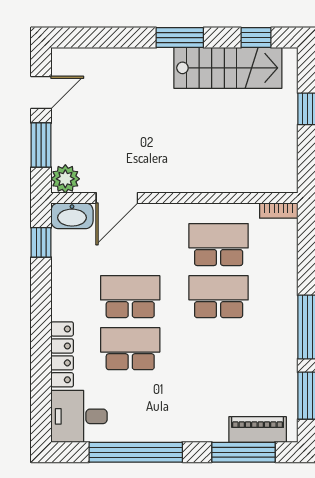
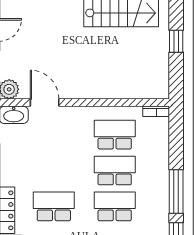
door: (117, 198) -> (45, 103), swing flipped
school desk: (130, 297) -> (115, 206), moved

